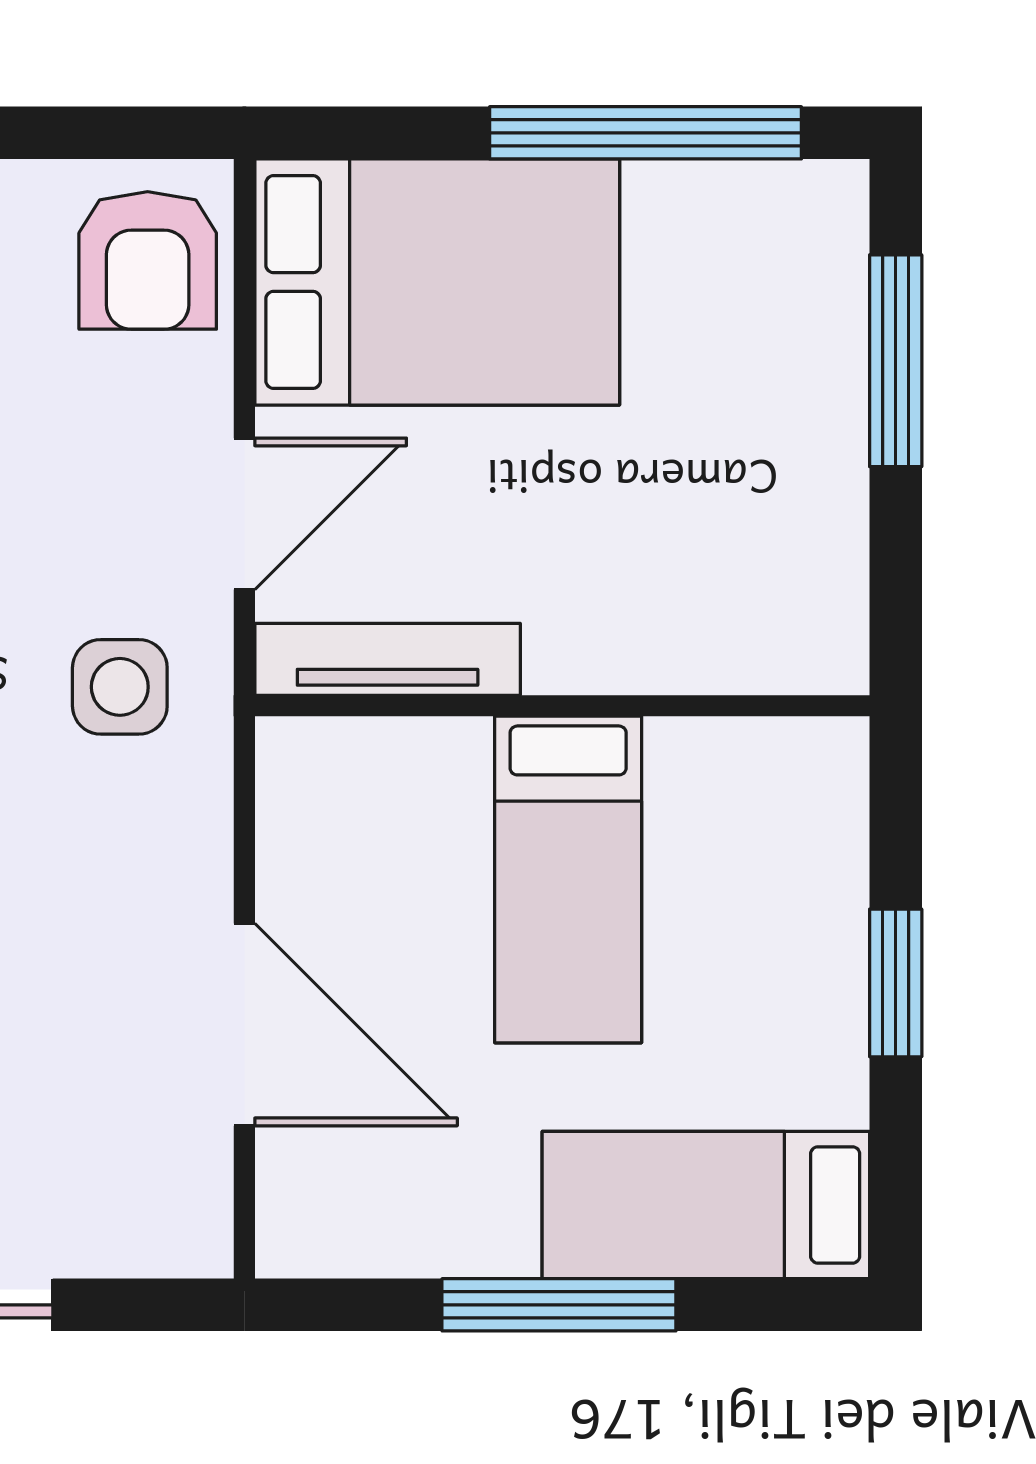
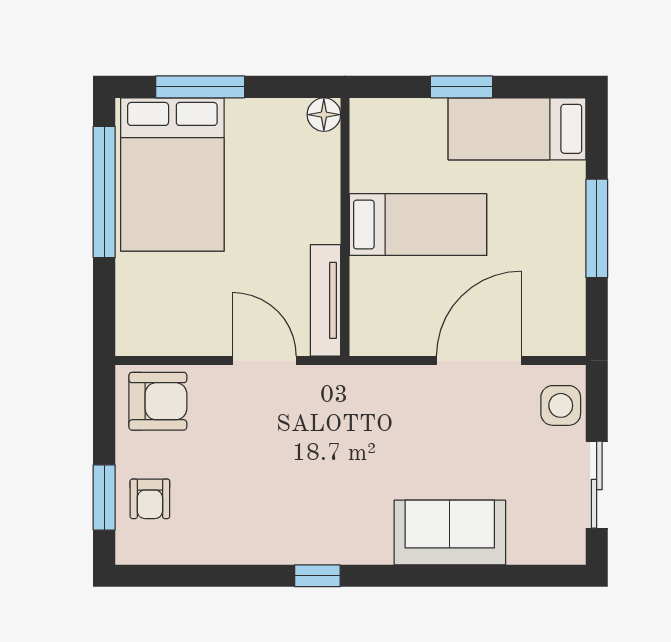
bed: (437, 282) -> (172, 174), moved, turned 180
floor lamp: (830, 655) -> (324, 115), added
side table: (120, 687) -> (561, 405), moved
bed: (706, 1205) -> (517, 129), moved, turned 90

